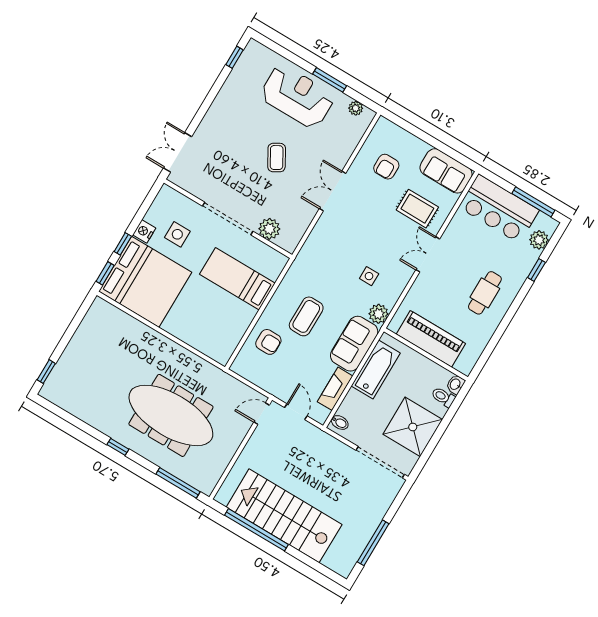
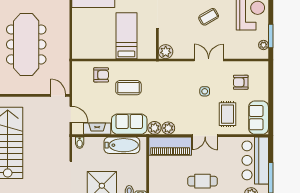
window: (330, 80) -> (271, 36), moved
plant: (269, 229) -> (166, 52), moved
double door: (428, 254) -> (205, 136), swing flipped
side table: (369, 276) -> (205, 91), moved
plant: (390, 296) -> (168, 128), added
piano: (431, 339) -> (170, 146), moved, turned 90
armchair: (268, 342) -> (101, 75), turned -90
door: (296, 412) -> (71, 114), hinge flipped

